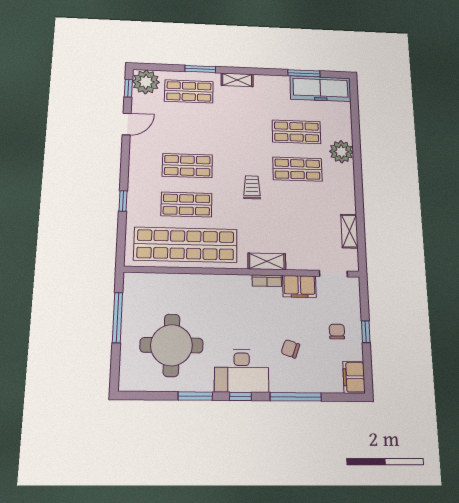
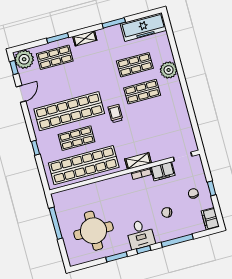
window: (304, 73) -> (114, 23), moved
shop shelf: (187, 166) -> (69, 111), width x2.00, depth x1.36
shelving: (349, 231) -> (187, 125), removed
desk: (242, 371) -> (140, 234), width x0.73

